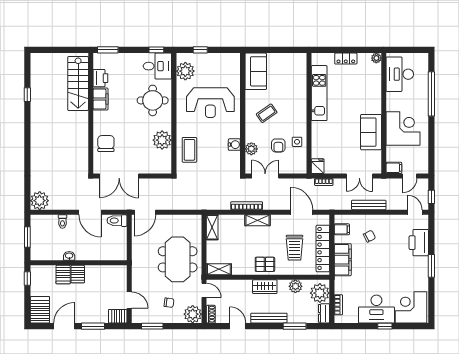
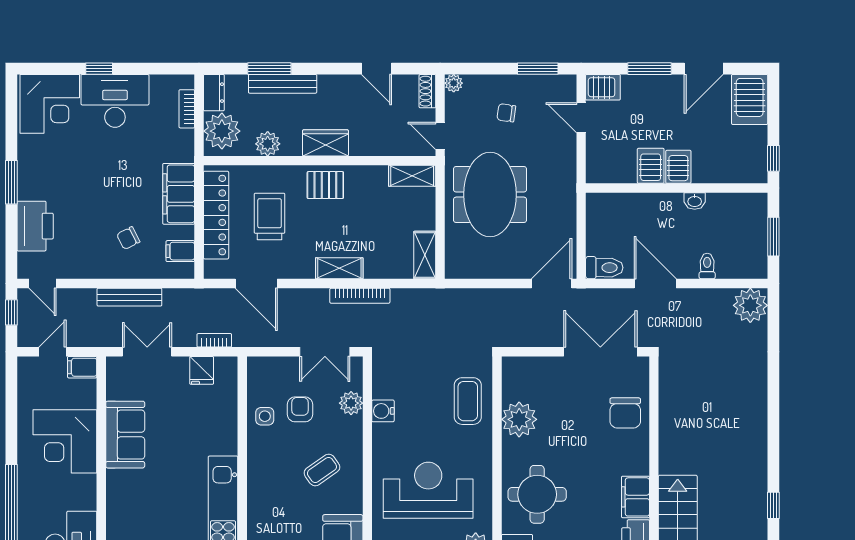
fridge: (318, 166) -> (202, 370), moved
server rack: (63, 275) -> (651, 166), moved
plant: (193, 314) -> (454, 83), width x0.53, depth x0.53
bench: (269, 318) -> (283, 84), moved

